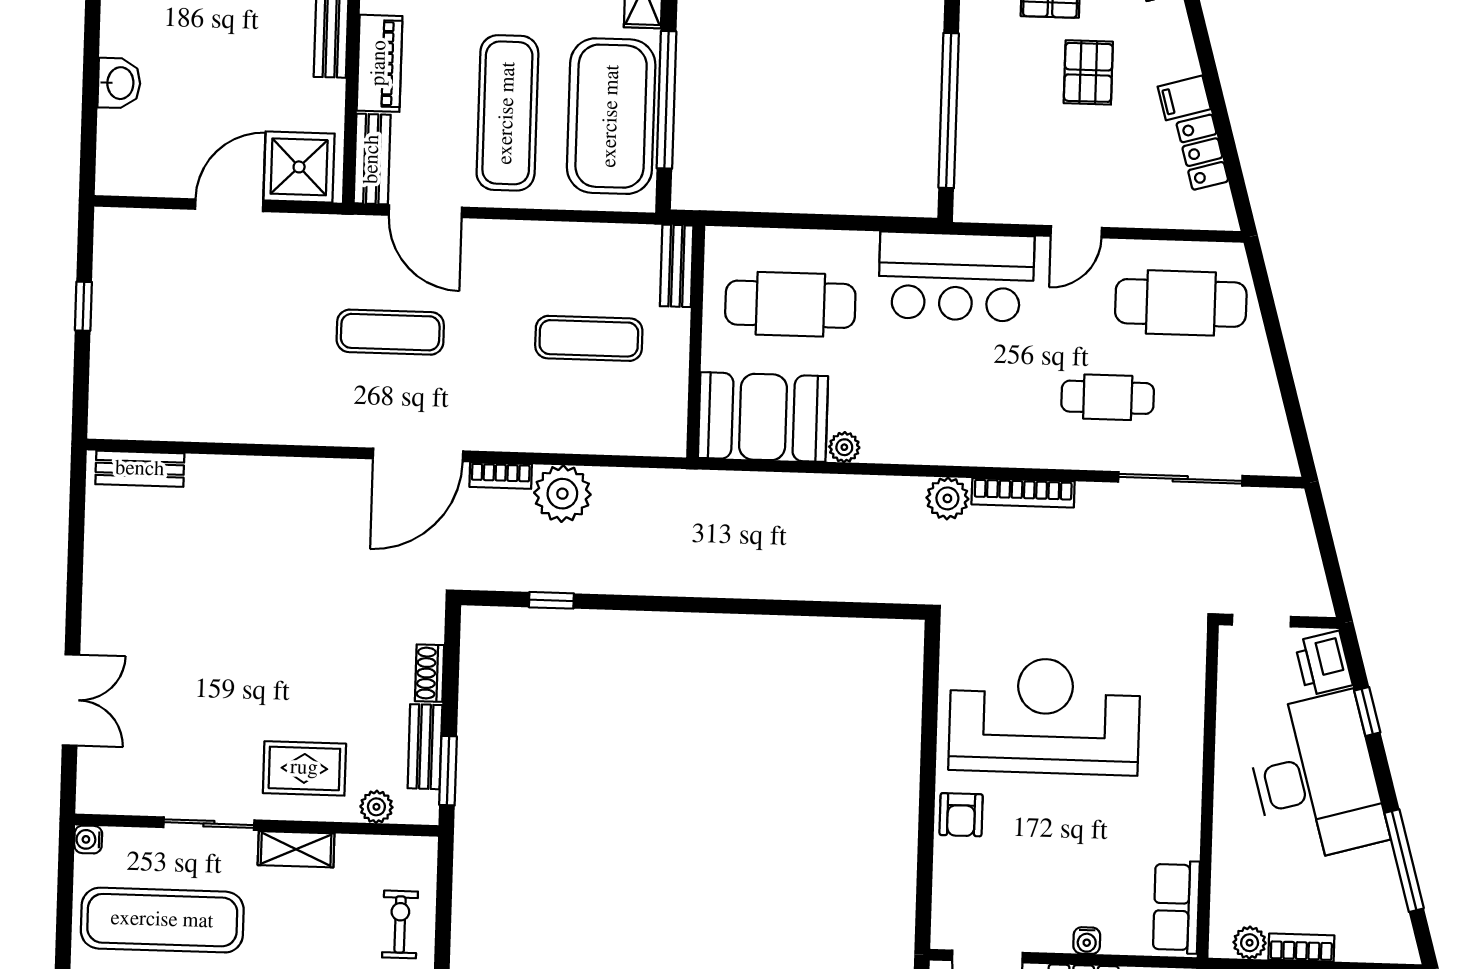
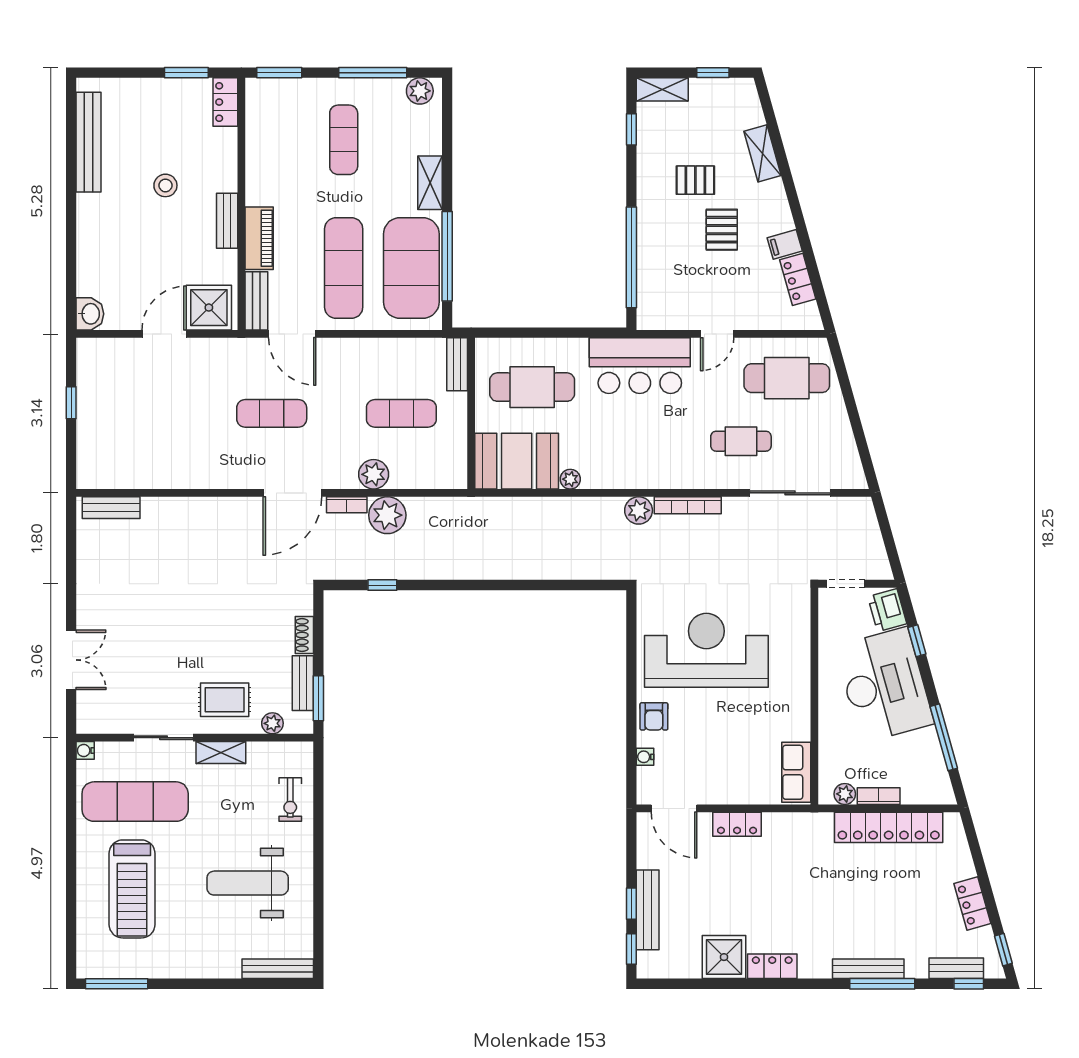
washbasin: (119, 83) -> (90, 314), moved
plant: (543, 430) -> (374, 474), added
exercise bike: (400, 924) -> (290, 800), turned 180
water cooler: (1087, 941) -> (645, 757), moved, turned 90

